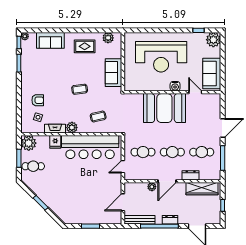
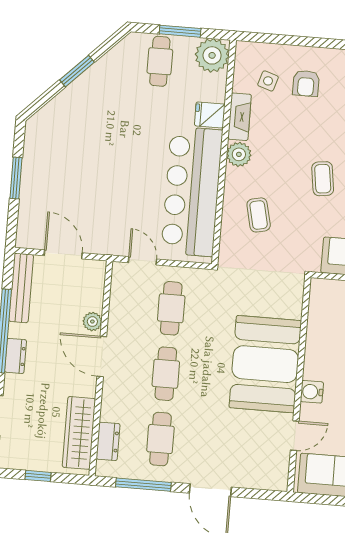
dresser: (191, 175) -> (108, 441), moved

